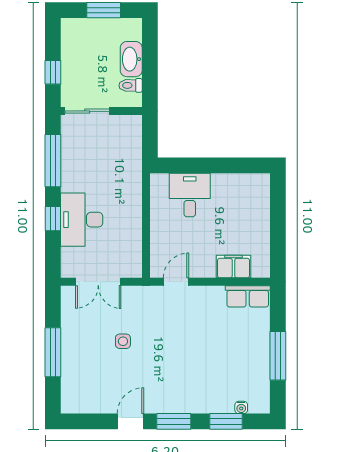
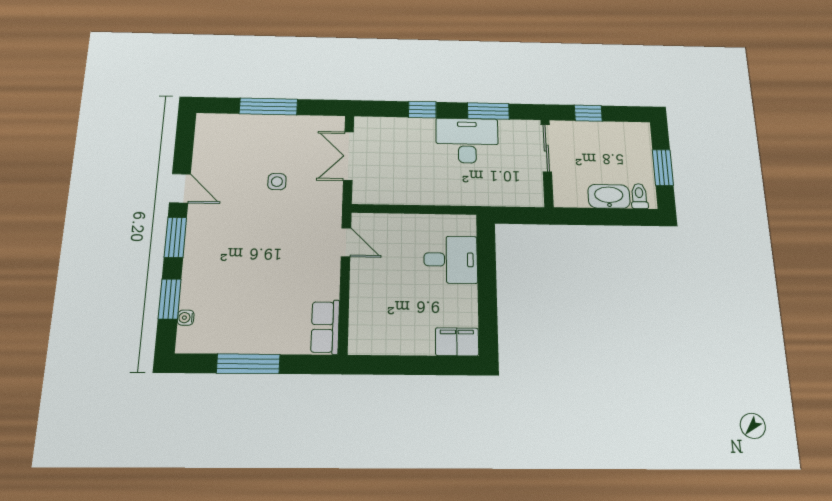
toilet: (131, 85) -> (639, 196), moved
window: (53, 161) -> (488, 111), width x0.69
desk: (82, 220) -> (467, 141), moved
filing cabinet: (233, 266) -> (457, 342), moved, turned -90

